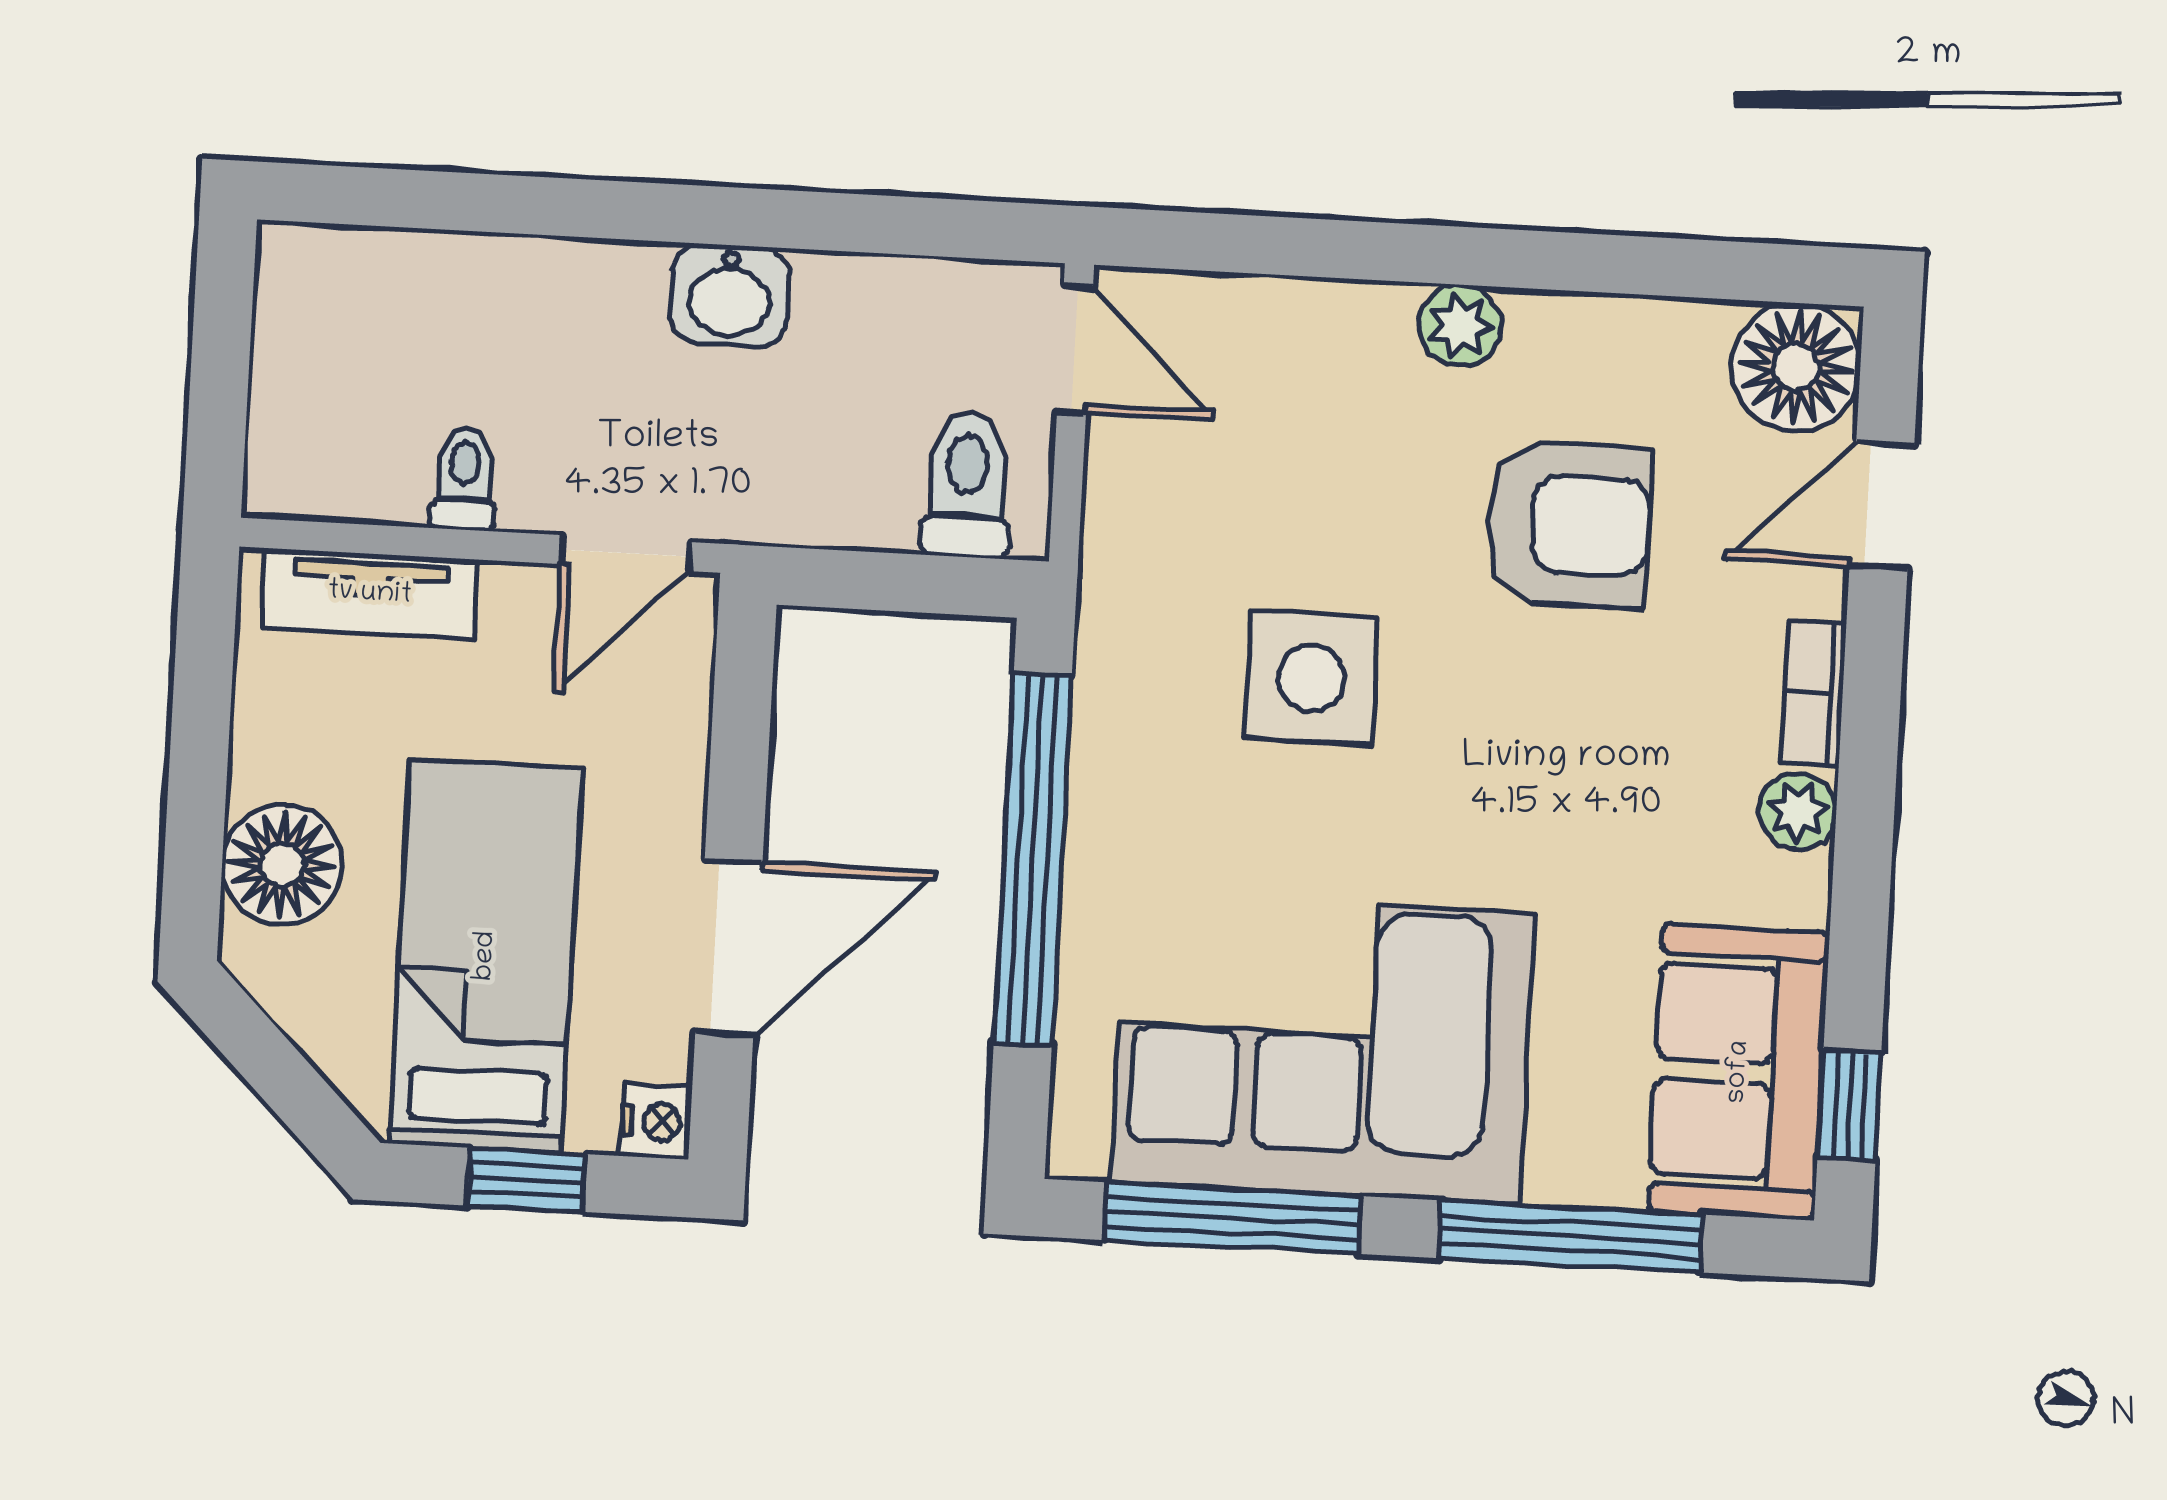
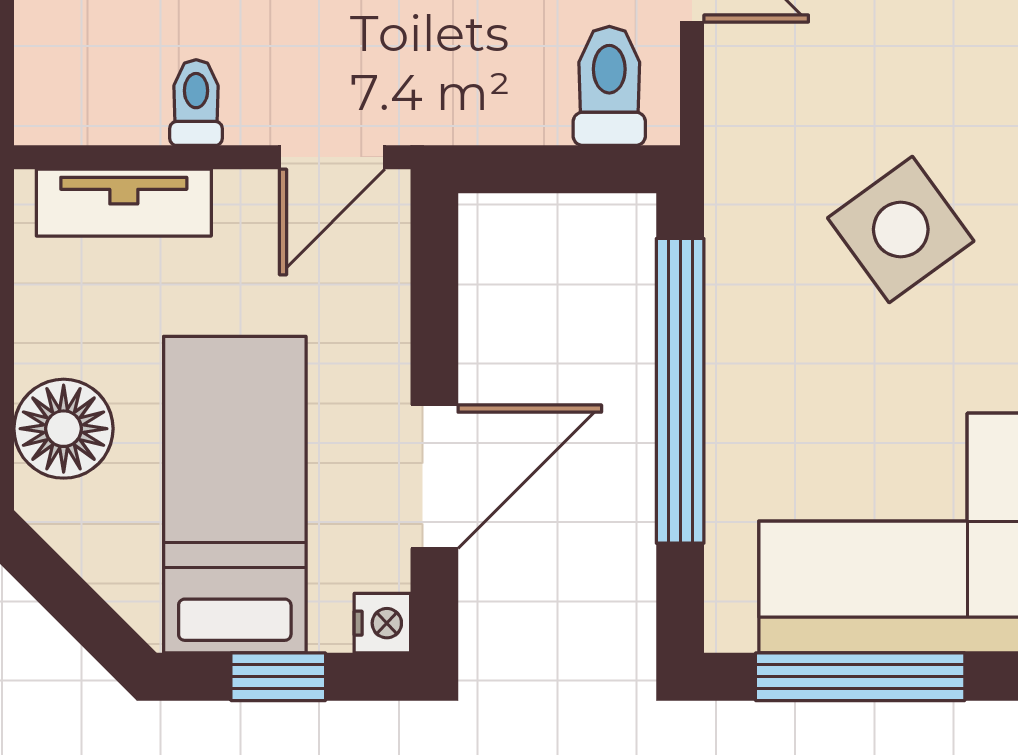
side table: (1311, 678) -> (901, 229), turned -36

